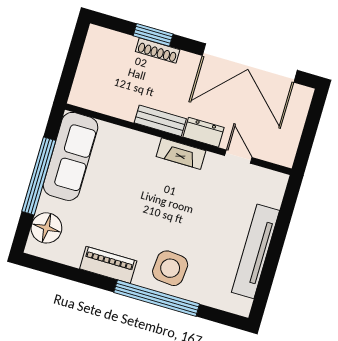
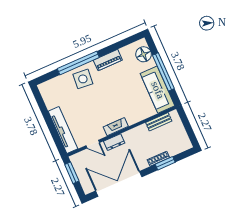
bench: (160, 121) -> (159, 122), moved
window: (307, 140) -> (72, 173), added
tv unit: (255, 251) -> (63, 130), moved

